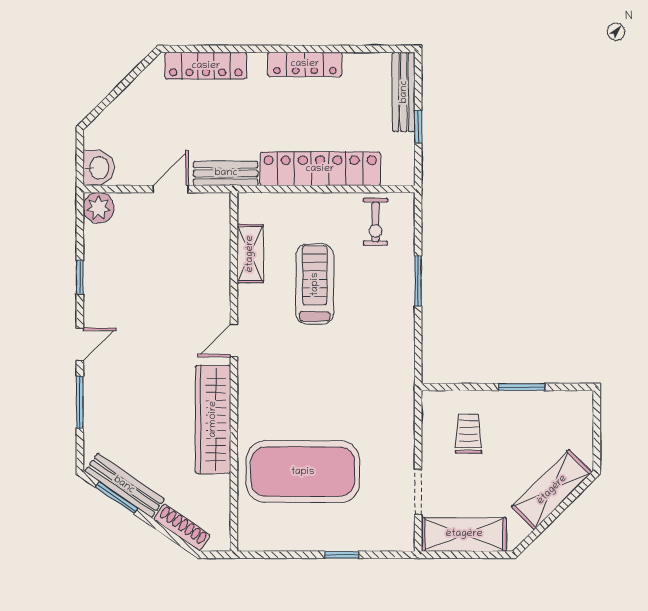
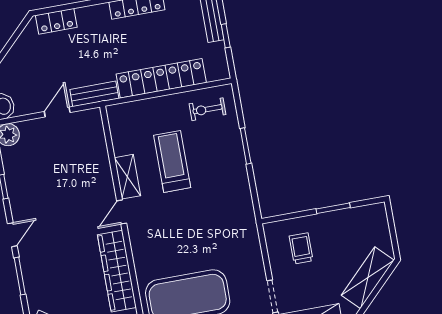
locker: (206, 66) -> (56, 21), width x0.66
exercise bike: (375, 222) -> (208, 109), turned 90
shelving: (250, 254) -> (127, 177), moved

